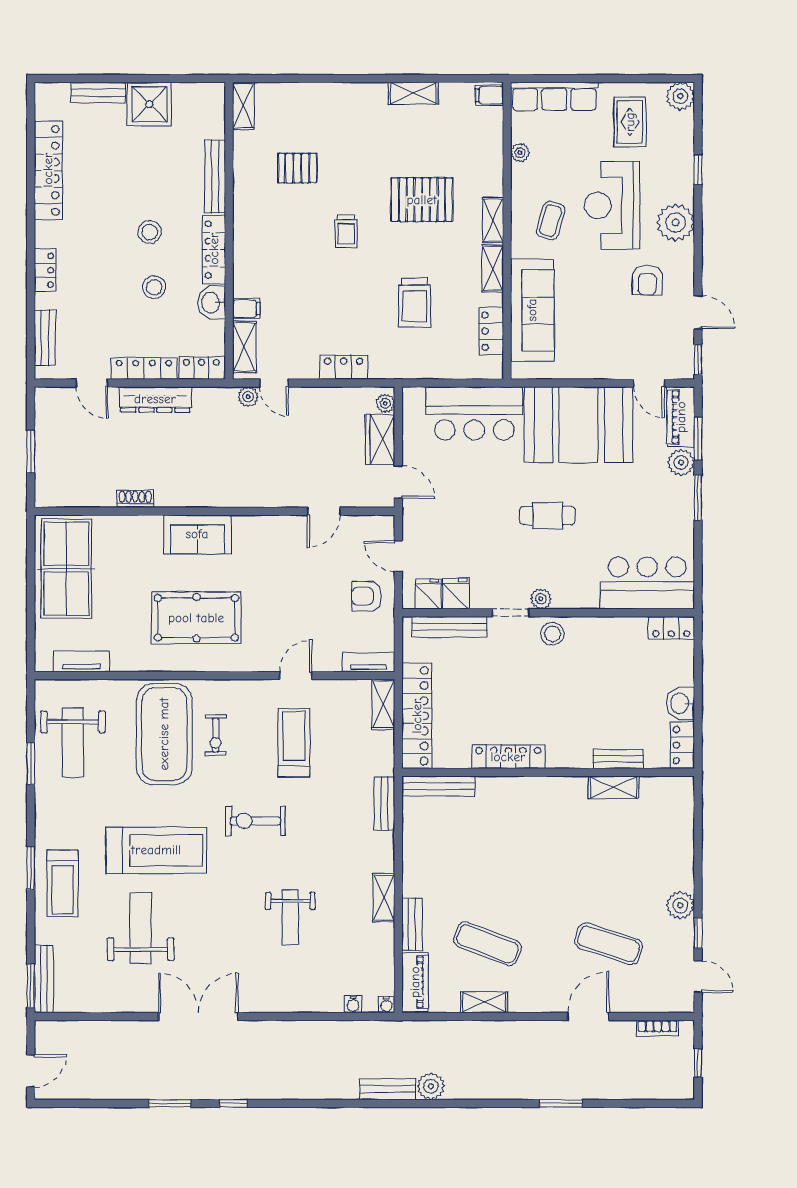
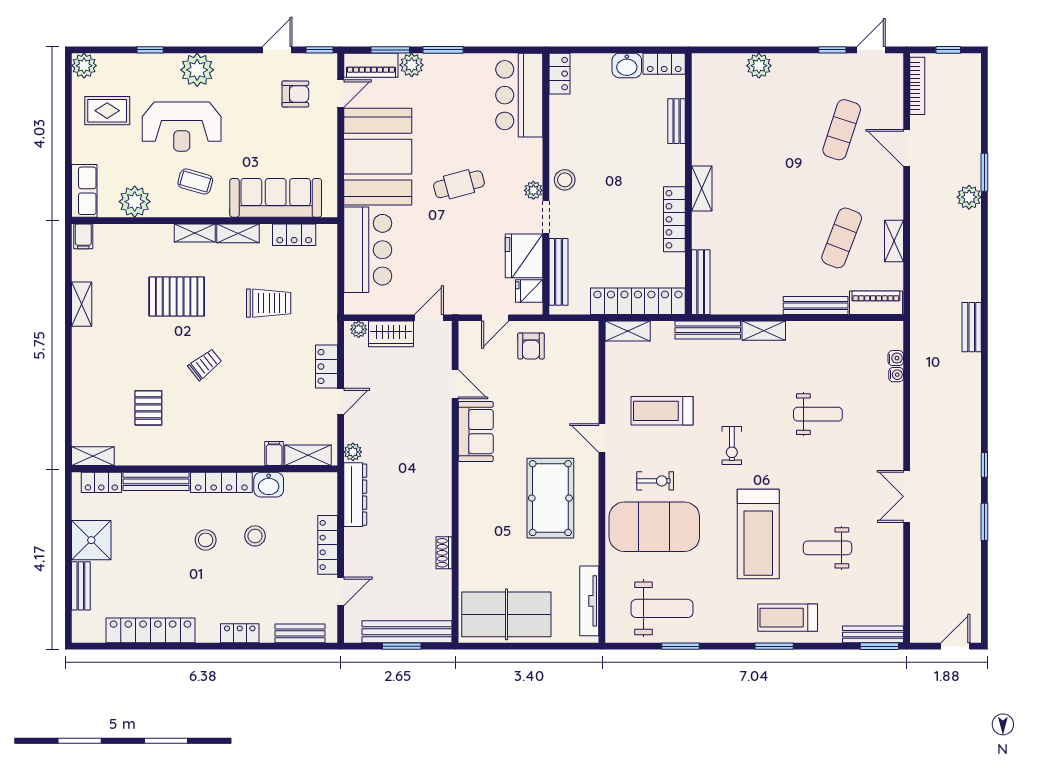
row of seats: (554, 96) -> (84, 191), width x0.68
plant: (520, 153) -> (135, 202), width x1.88, depth x1.88
pallet: (422, 200) -> (177, 296), turned 90
trolley: (346, 231) -> (205, 364), turned -38
armchair: (647, 280) -> (295, 94), moved
locker: (201, 368) -> (101, 482), moved, turned -90
door: (274, 383) -> (341, 401), moved
dresser: (155, 399) -> (355, 495), moved
bench: (47, 457) -> (407, 632), added
cafe table: (547, 516) -> (459, 184), turned 75
sofa: (197, 534) -> (476, 432), moved
fridge: (456, 593) -> (524, 256), width x1.88, depth x1.34
tv unit: (81, 661) -> (589, 601), width x1.41
tv unit: (369, 662) -> (590, 344), removed
door: (296, 676) -> (602, 438), moved
shelving: (614, 787) -> (702, 188), moved
bench: (384, 804) -> (708, 330), width x1.36
exercise bike: (255, 821) -> (732, 445), width x0.73, depth x0.72
treadmill: (156, 850) -> (758, 534), turned 180
treadmill: (63, 883) -> (788, 618), turned 180
shelving: (384, 898) -> (764, 331), moved
plant: (680, 905) -> (759, 66), moved
bench: (412, 924) -> (816, 306), width x1.36
weight bench: (141, 928) -> (827, 548), width x0.73, depth x0.75
water cooler: (386, 1005) -> (896, 375), moved
double door: (198, 1016) -> (907, 496), width x0.73
bookcase: (657, 1028) -> (917, 86), width x1.56
door: (31, 1071) -> (955, 646), hinge flipped
plant: (431, 1086) -> (969, 197), moved

